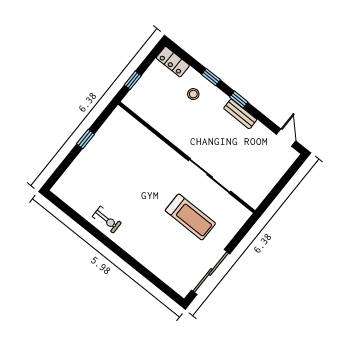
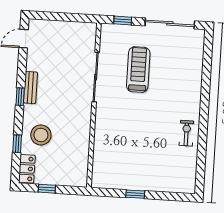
window: (211, 77) -> (17, 144), moved
window: (133, 80) -> (47, 189), moved
stool: (193, 94) -> (41, 135), width x1.89, depth x1.89
window: (242, 233) -> (123, 21), added

